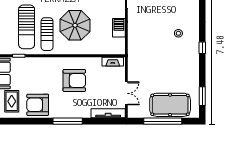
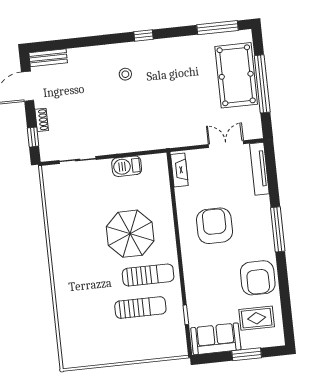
sun lounger: (27, 27) -> (140, 307), width x0.73, depth x0.75
window: (202, 96) -> (218, 28), width x1.44

